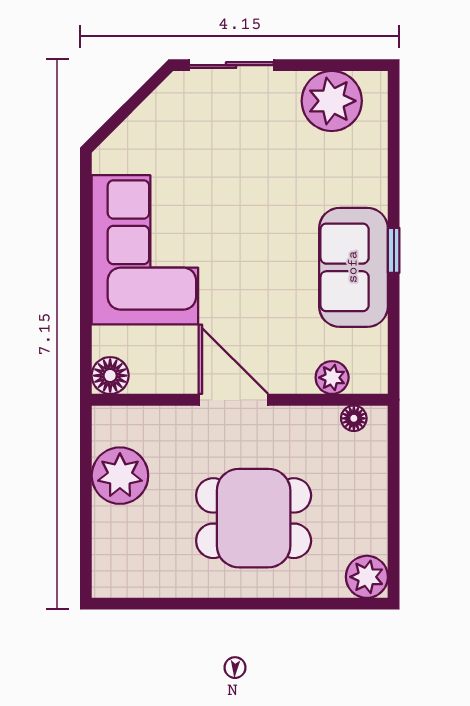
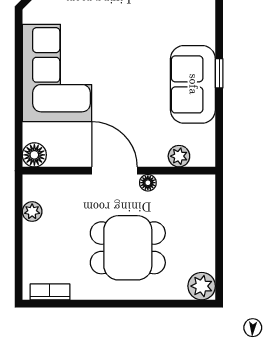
floor lamp: (354, 418) -> (148, 183), moved
plant: (120, 476) -> (32, 212), width x0.53, depth x0.53
bookcase: (134, 586) -> (50, 292), added

